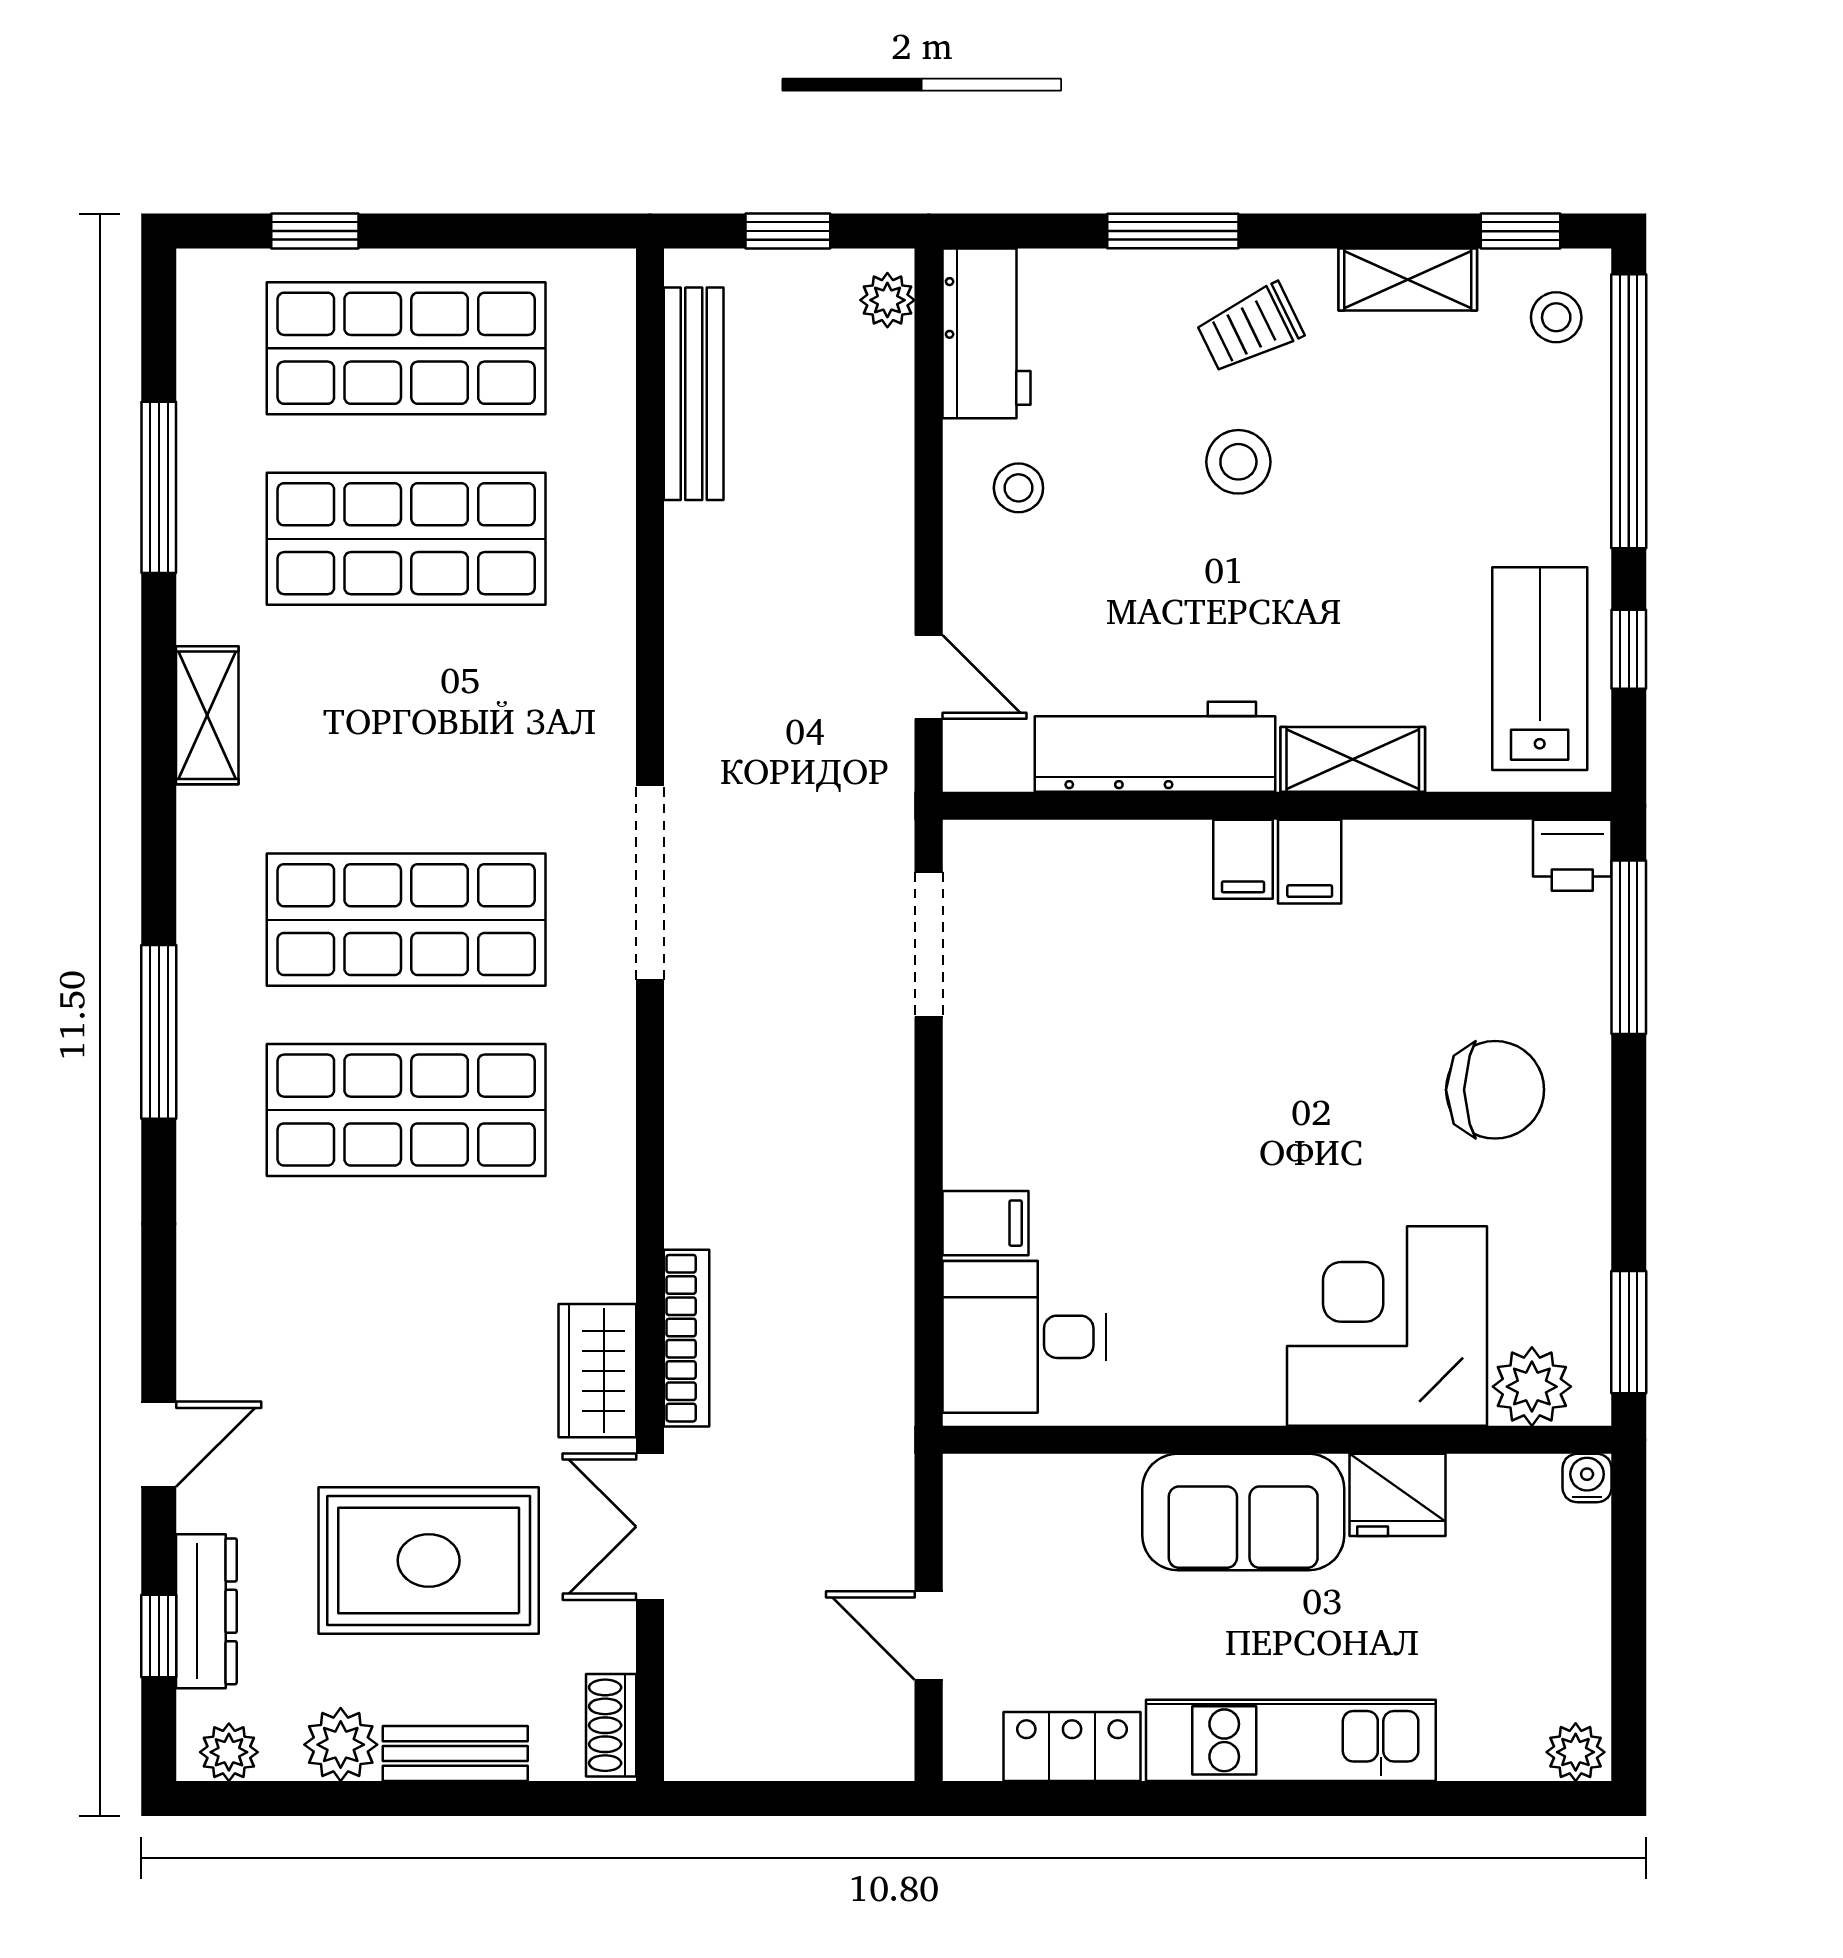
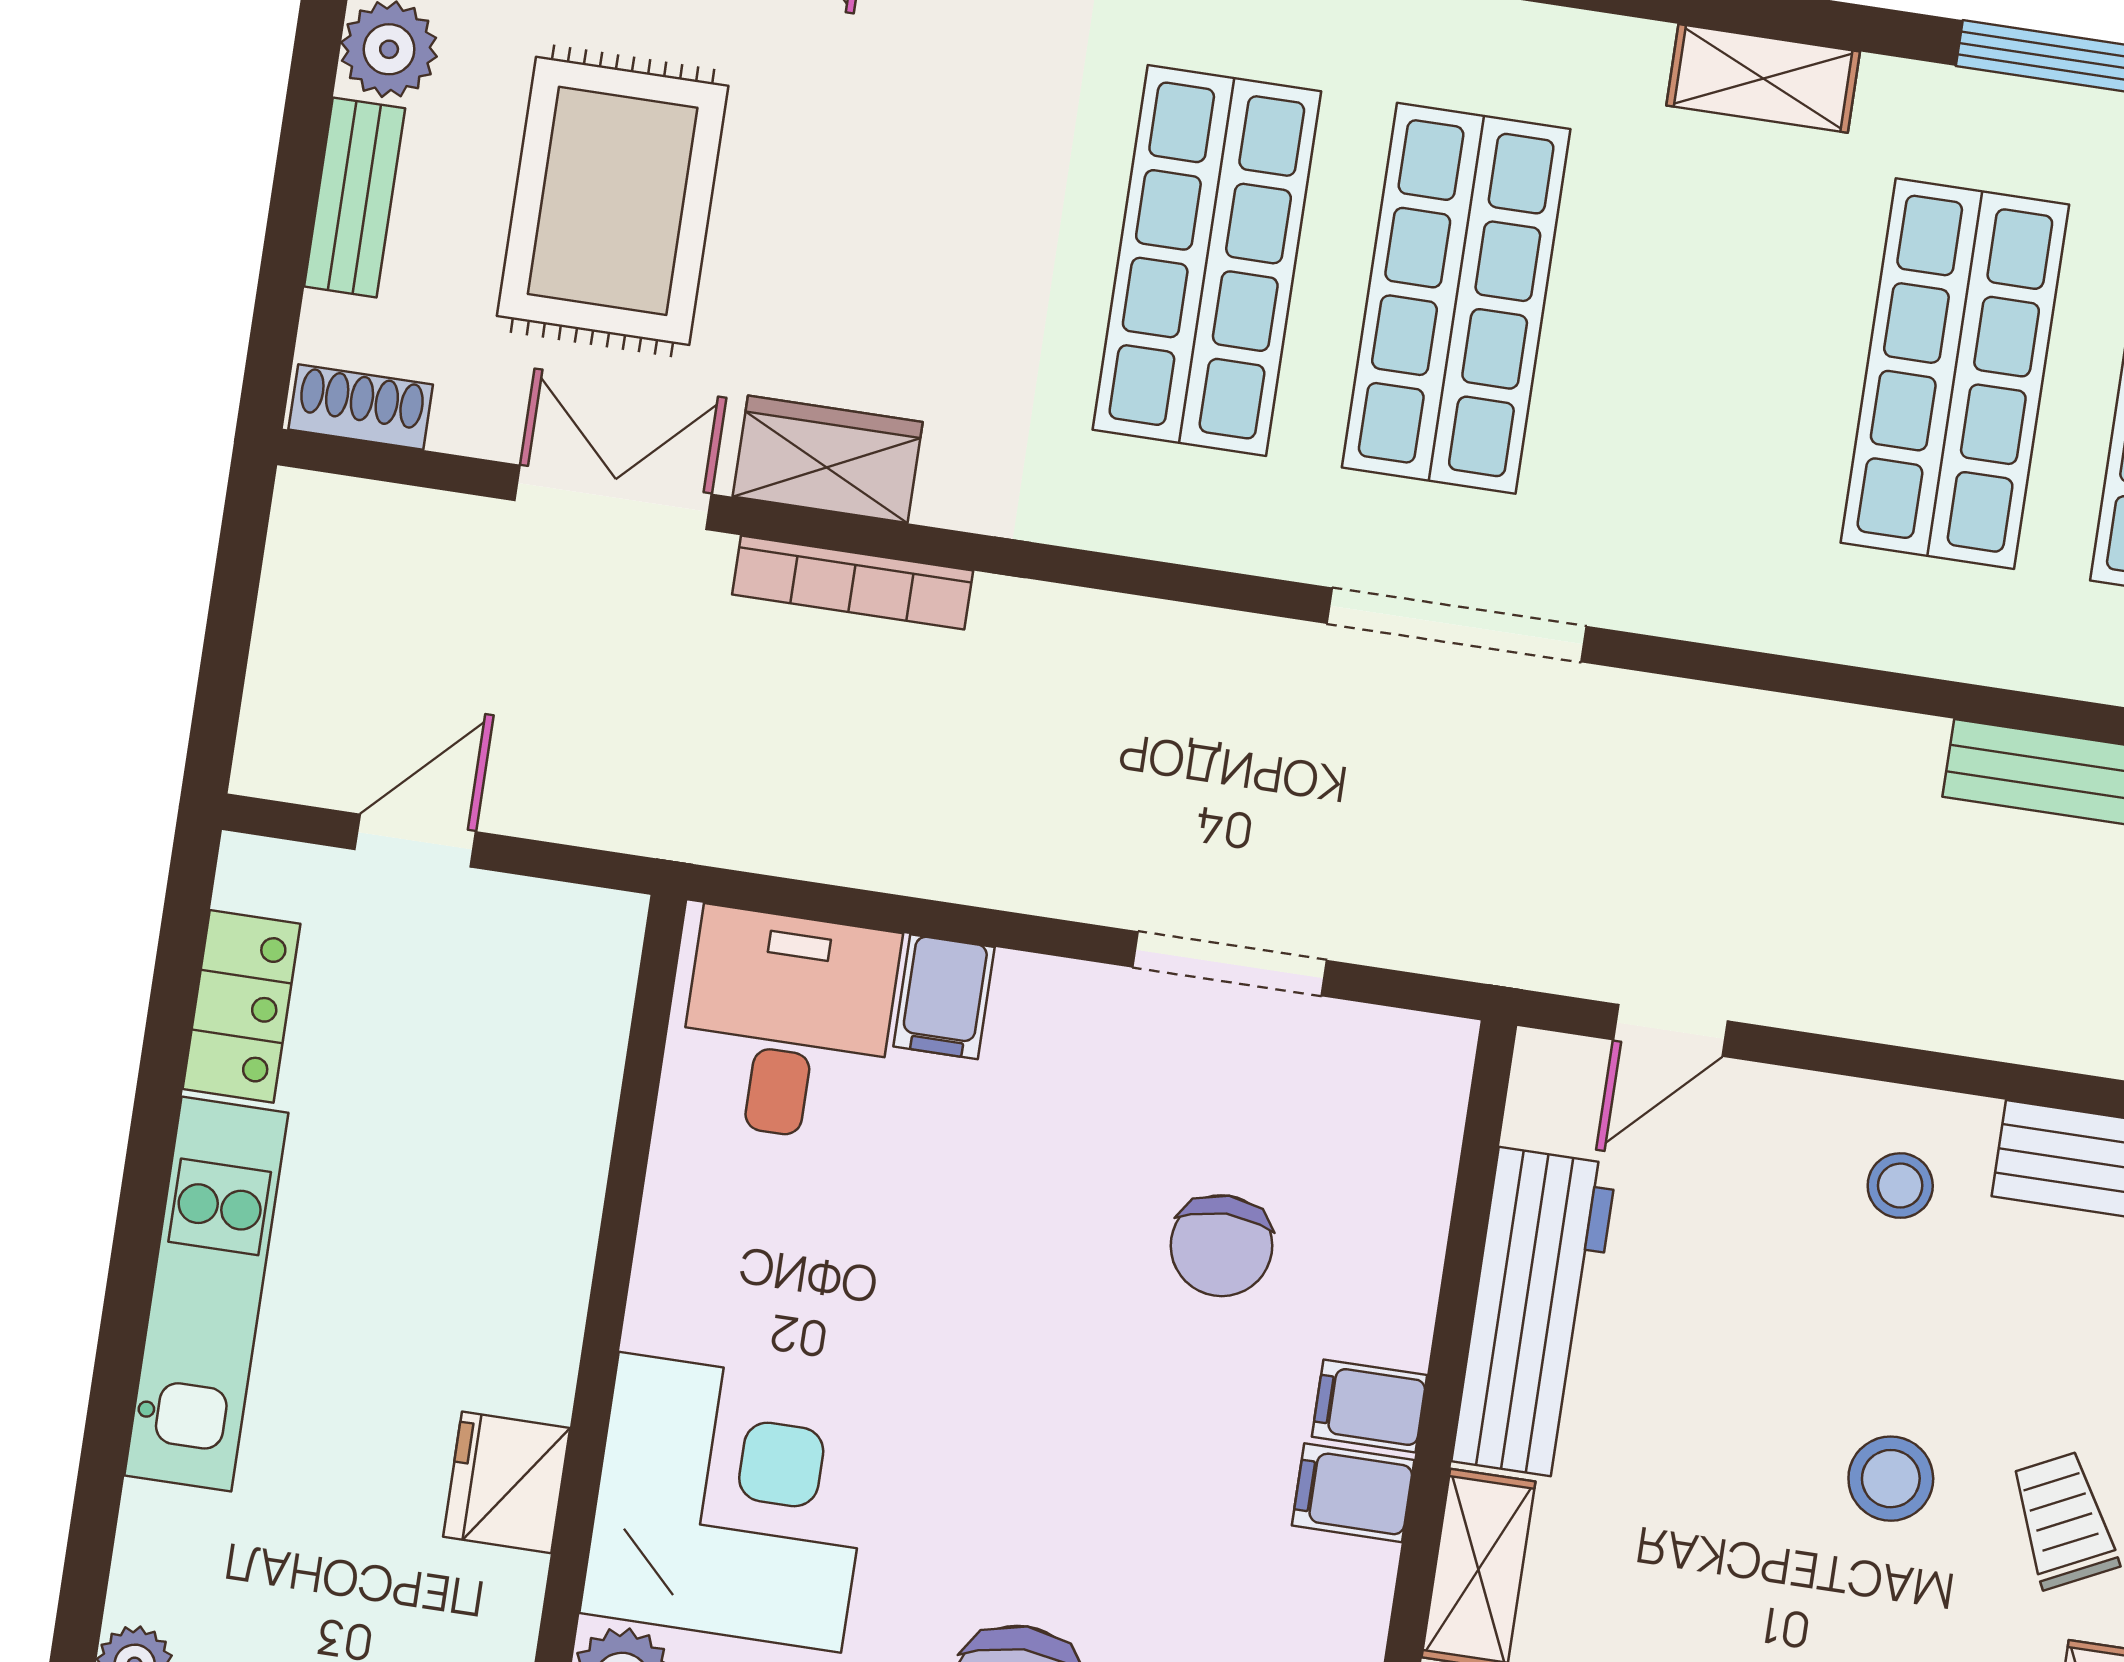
doorway: (929, 945) -> (1230, 964), moved
chair: (1140, 988) -> (1221, 1246), added
sofa: (1243, 1512) -> (515, 1277), removed

